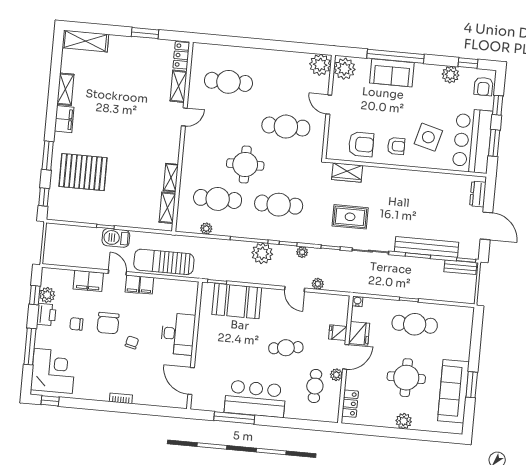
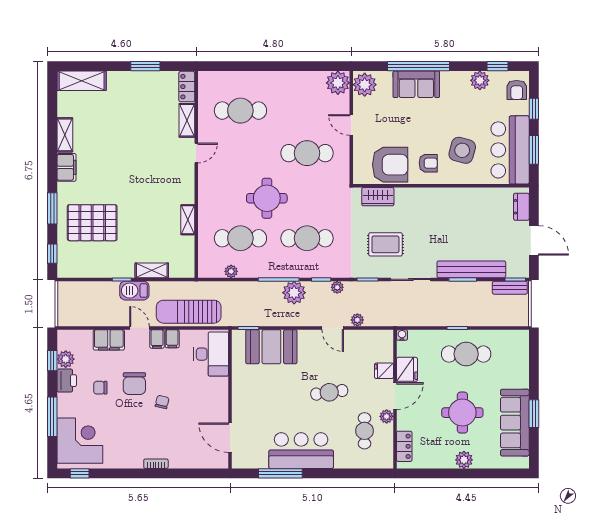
armchair: (361, 144) -> (390, 165), width x1.36, depth x1.36
shelving: (167, 208) -> (152, 270), moved, turned 90
desk: (178, 334) -> (211, 354), moved

